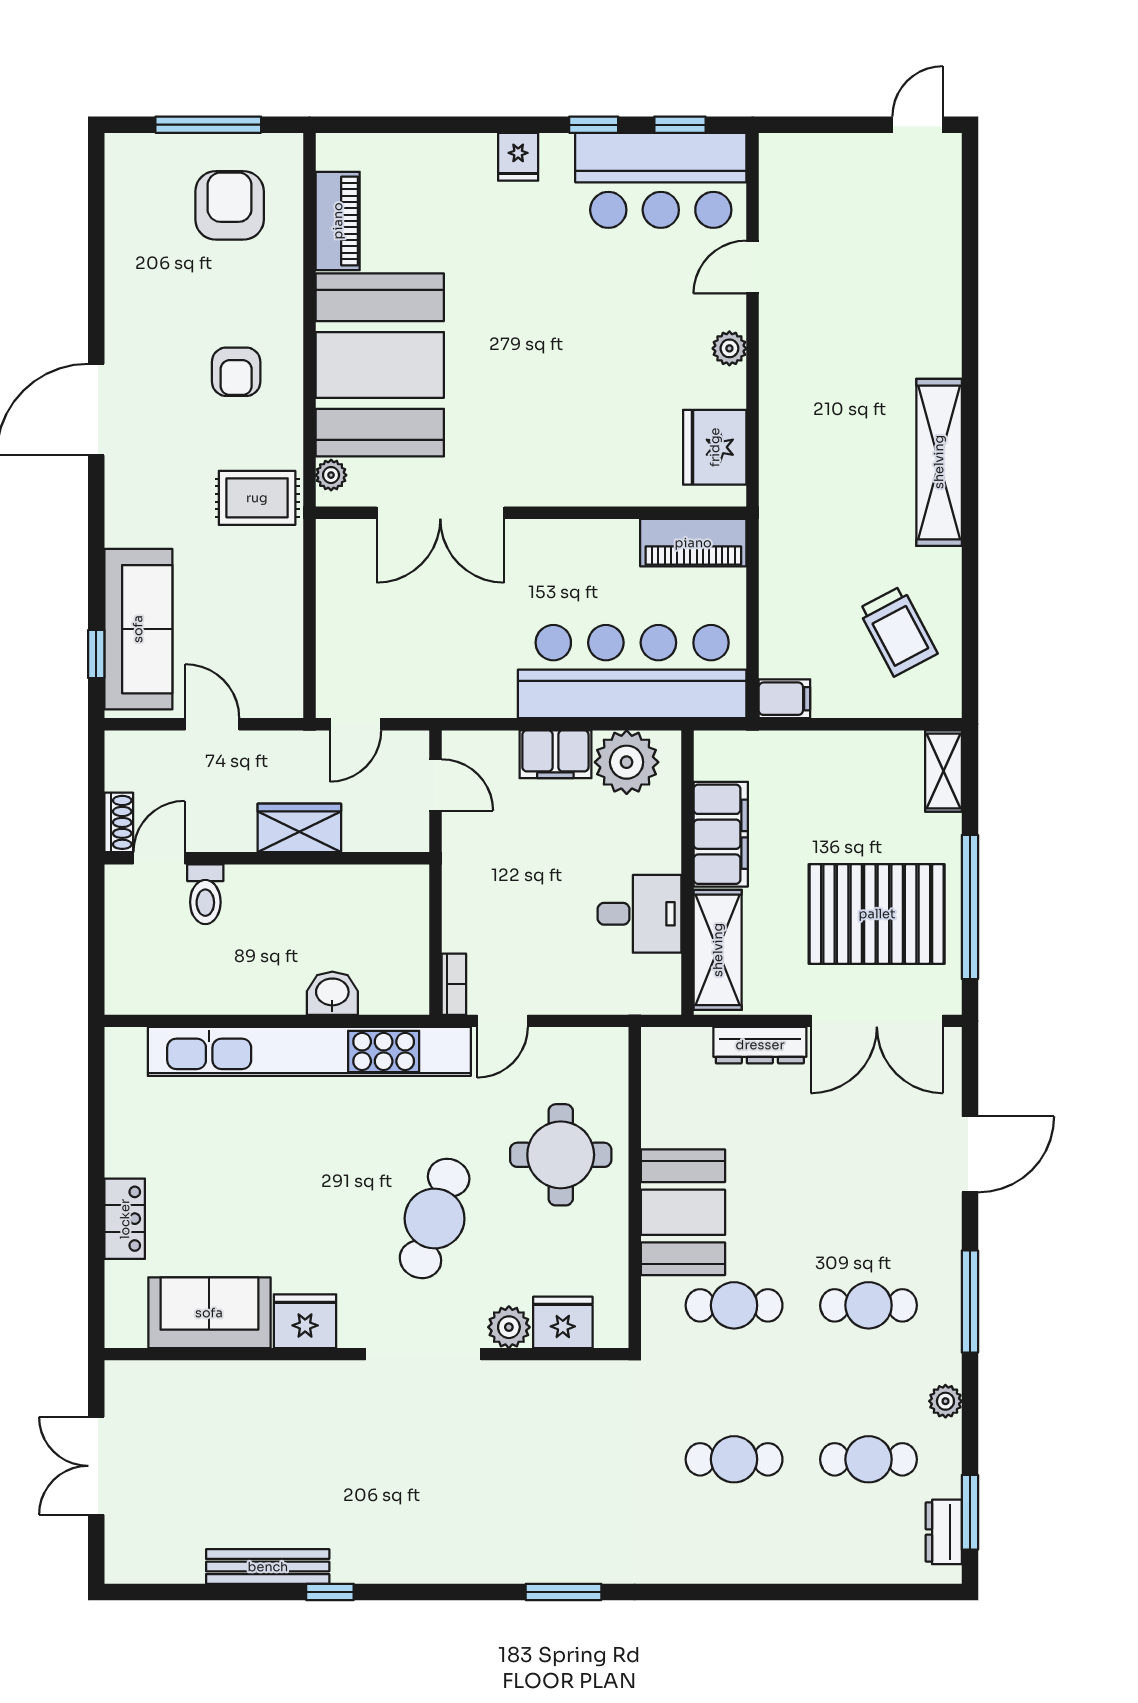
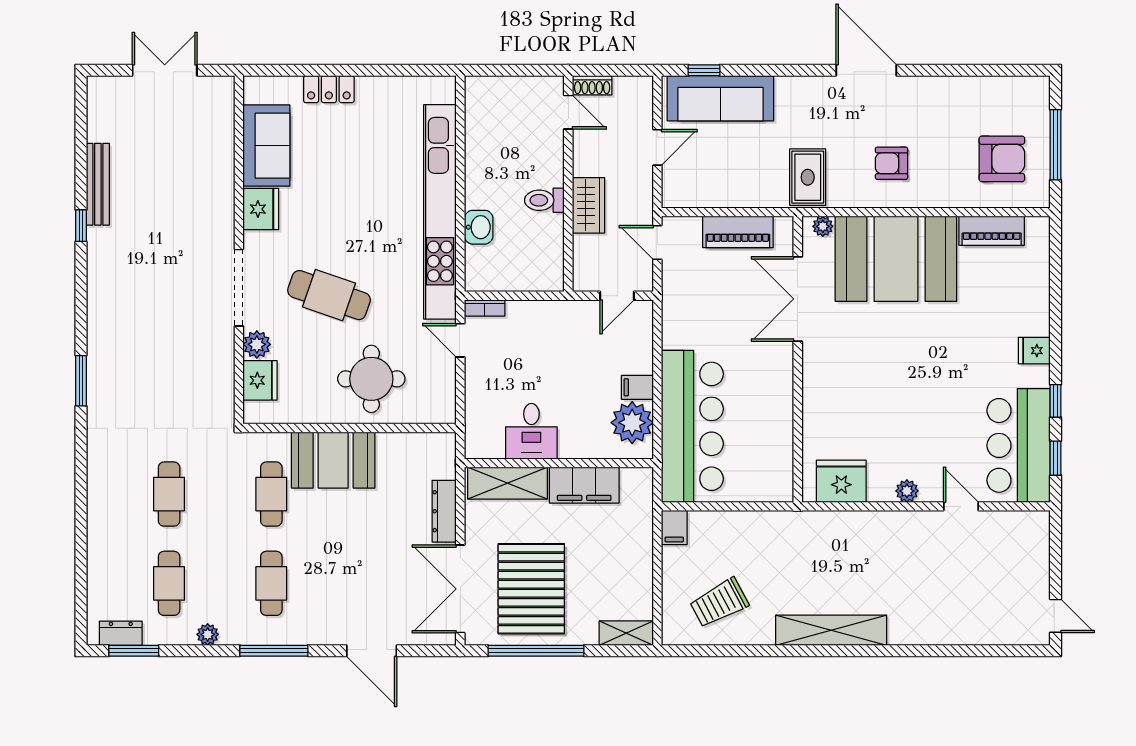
piano: (693, 543) -> (738, 232), moved, turned -90
filing cabinet: (555, 754) -> (637, 387), width x0.50
toilet: (205, 894) -> (544, 200), moved

